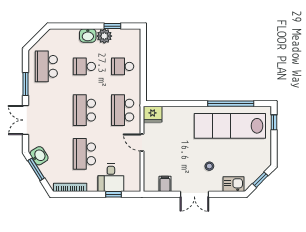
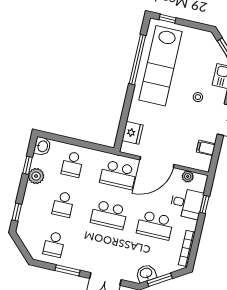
window: (68, 26) -> (17, 212), added
washbasin: (88, 35) -> (42, 146), moved
school desk: (46, 66) -> (54, 244), width x0.54
fridge: (153, 114) -> (132, 133), moved
door: (142, 142) -> (157, 162), width x1.88
plant: (135, 173) -> (188, 176), added

